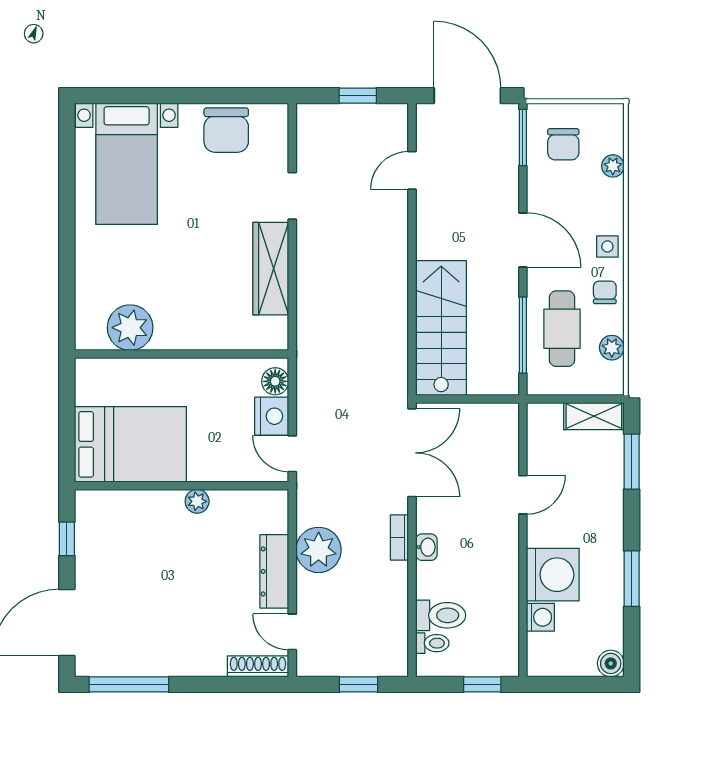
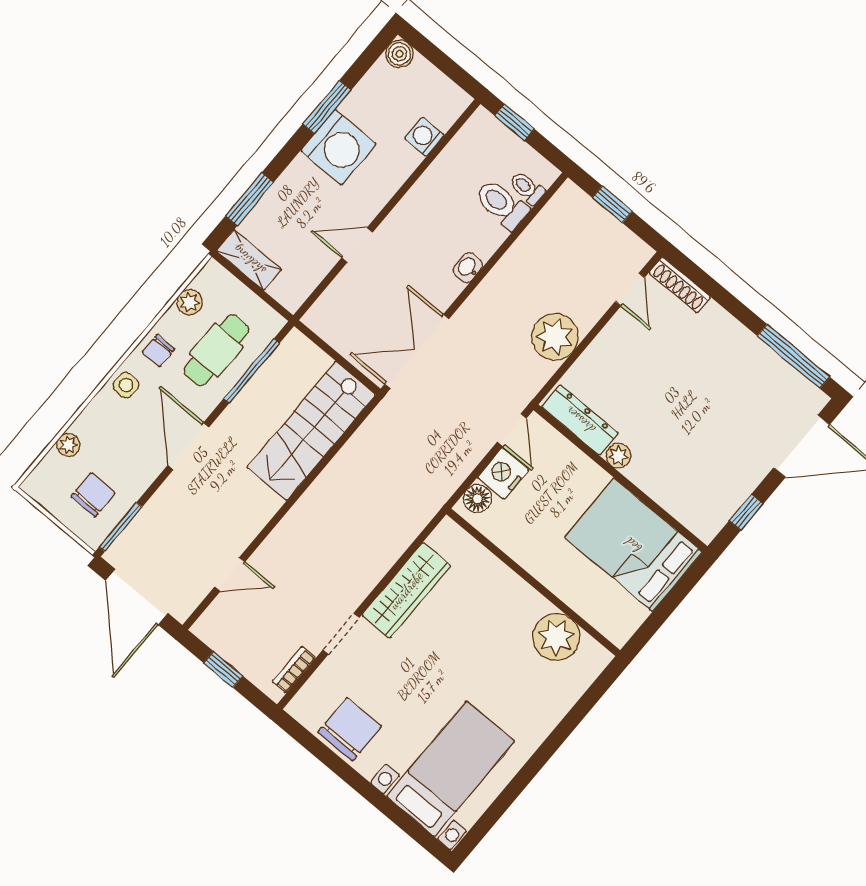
bookcase: (399, 537) -> (294, 670), moved, turned 180
dresser: (274, 571) -> (580, 420), moved, turned -90
washing machine: (553, 575) -> (339, 147), moved, turned 180

